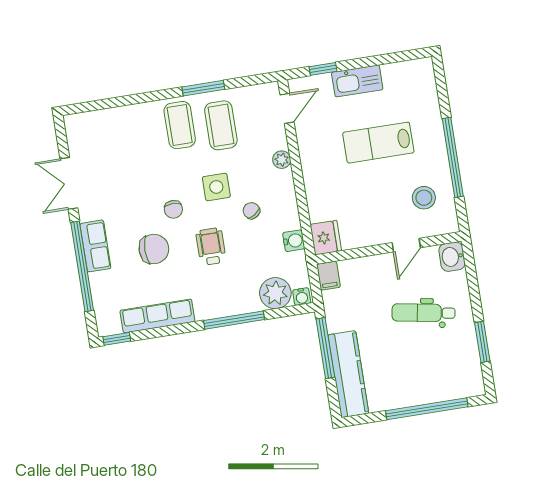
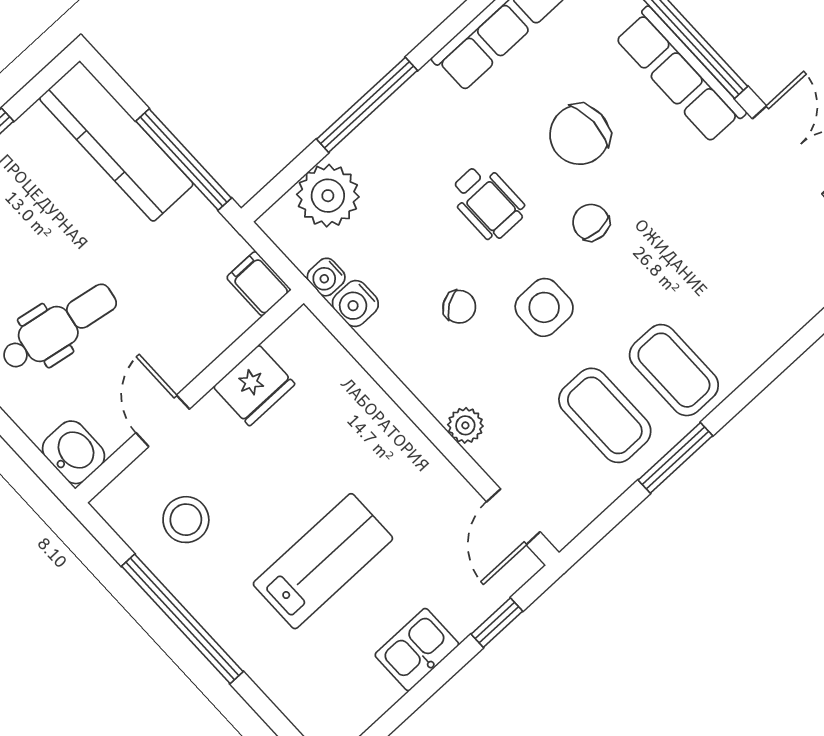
kitchen sink: (357, 81) -> (417, 650), width x0.73
fridge: (326, 238) -> (254, 385), moved, turned -90
row of seats: (95, 246) -> (680, 75), width x1.48
water cooler: (302, 297) -> (326, 277), moved, turned -90

